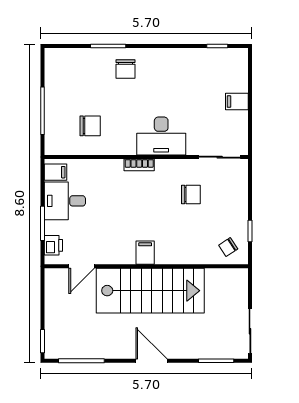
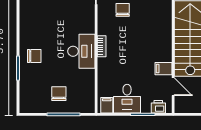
chair: (90, 126) -> (59, 94), moved
desk: (161, 136) -> (81, 51), moved
filing cabinet: (145, 253) -> (163, 69), moved

